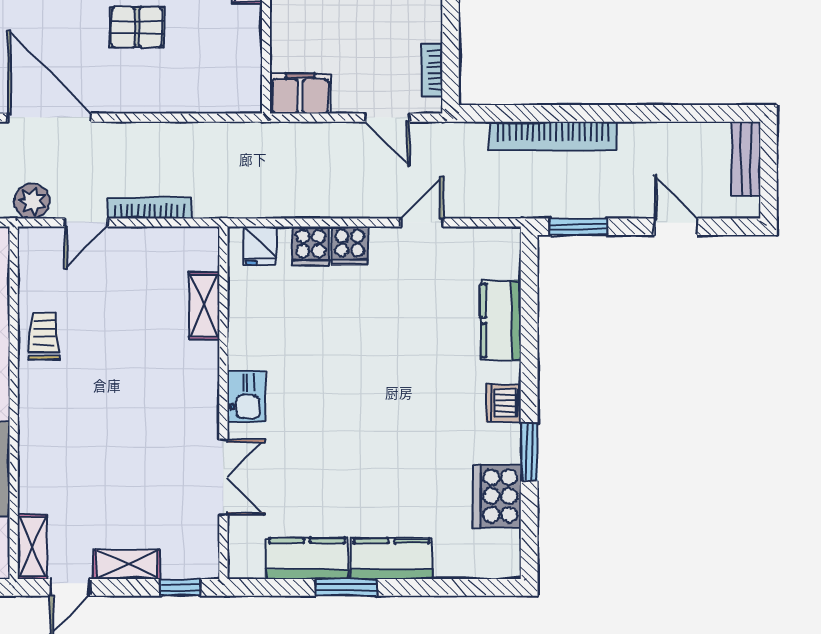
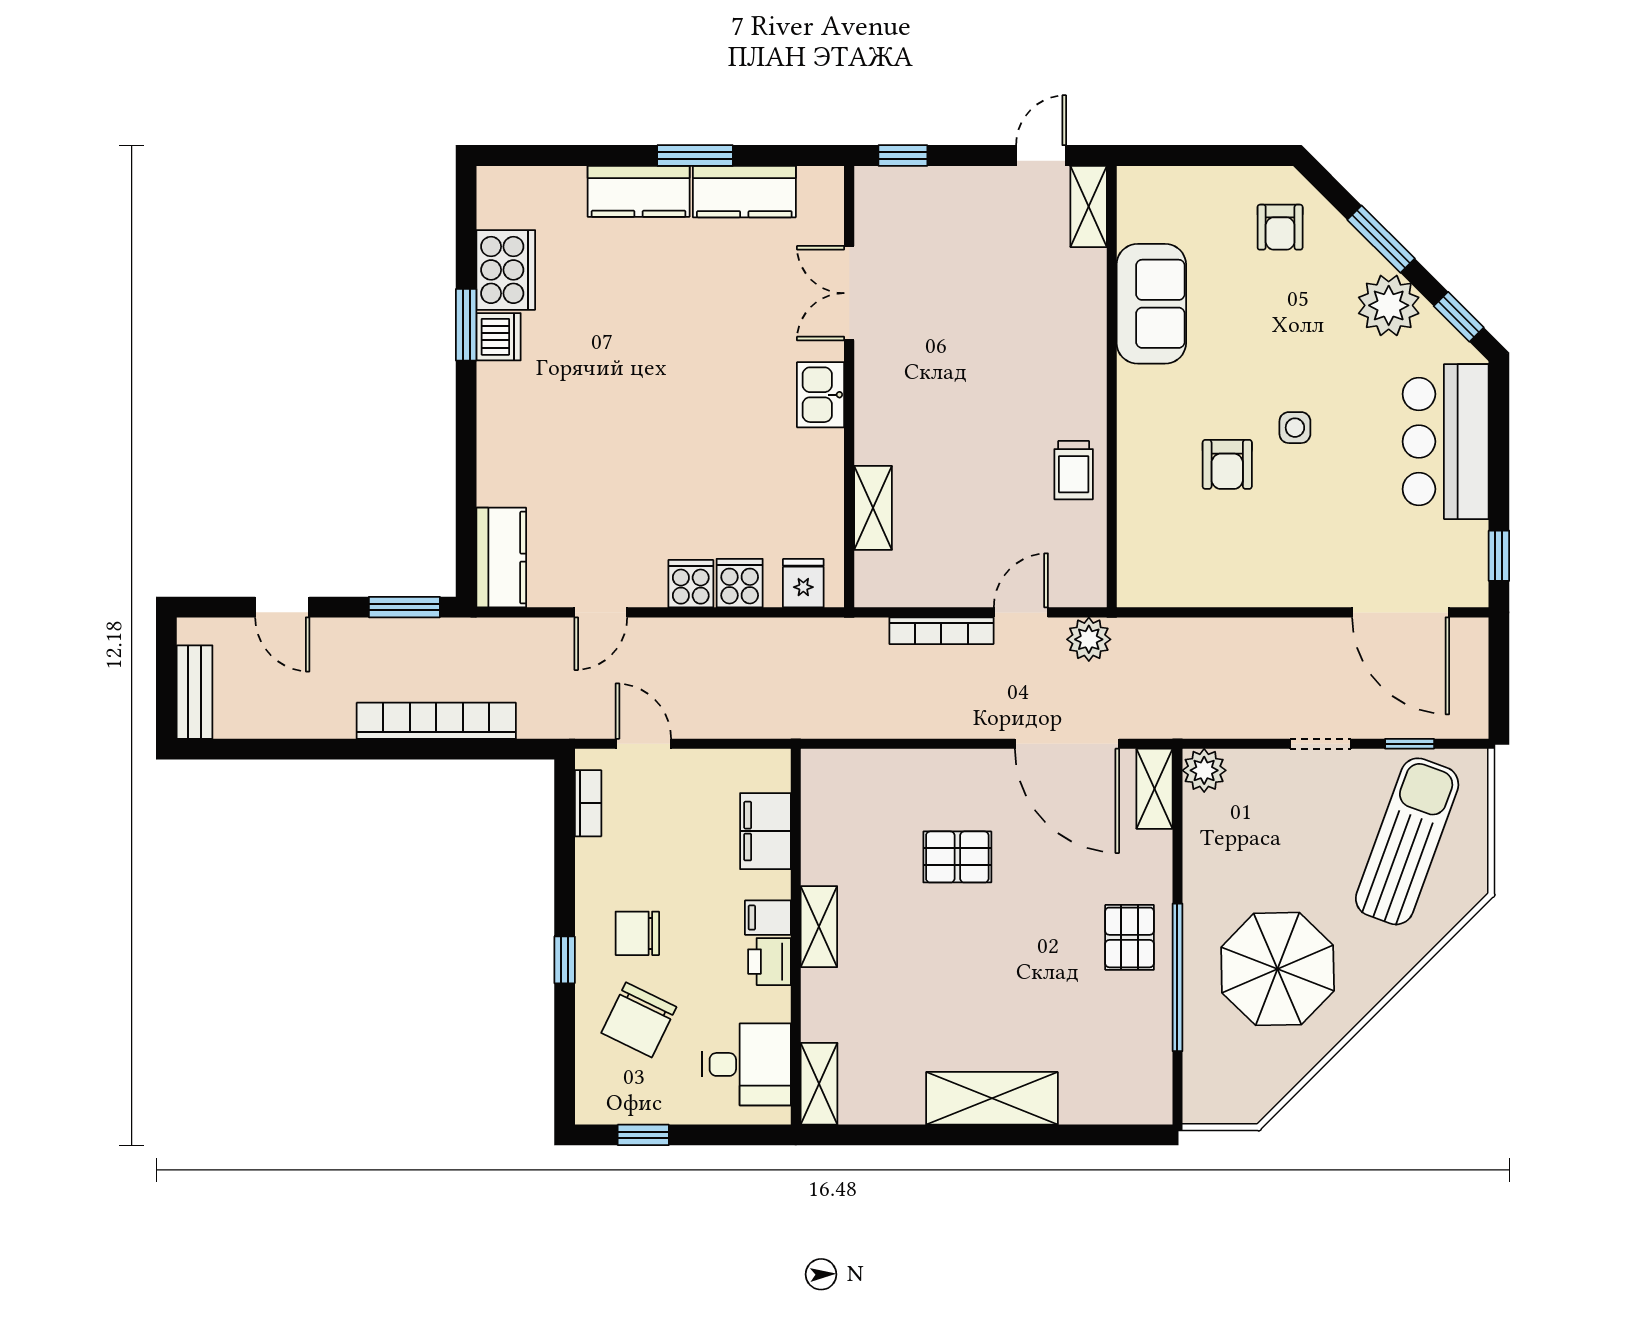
filing cabinet: (300, 93) -> (765, 831), moved, turned 90
kitchen counter: (501, 320) -> (501, 558), moved
dishwasher: (503, 403) -> (498, 337), moved
shelving: (127, 564) -> (970, 184), removed

